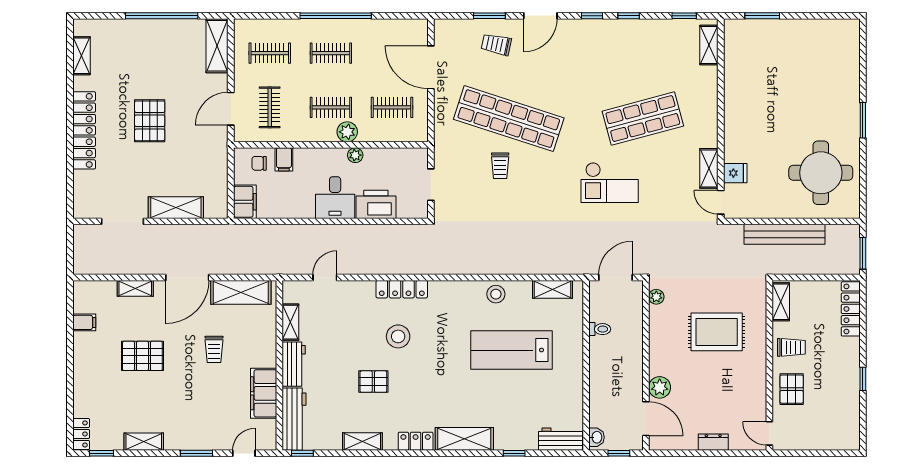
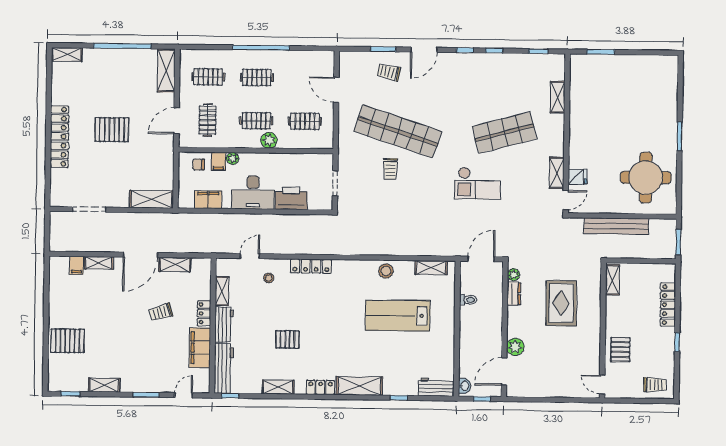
shelving: (709, 45) -> (558, 97), moved
shelving: (81, 56) -> (67, 54), moved, turned 90
door: (431, 67) -> (336, 90), width x0.73
pallet: (150, 121) -> (112, 130), turned 90
plant: (355, 155) -> (233, 158), moved
desk: (335, 198) -> (253, 192), width x1.37
filing cabinet: (245, 202) -> (208, 200), moved, turned -90
door: (721, 202) -> (566, 200), swing flipped
shelving: (176, 208) -> (151, 199), moved
shelving: (241, 292) -> (175, 265), width x0.67, depth x0.75
locker: (851, 309) -> (668, 305), moved
filing cabinet: (84, 322) -> (77, 265), moved, turned 90
rug: (717, 332) -> (561, 303), turned 90
stool: (398, 336) -> (269, 278), moved, width x0.53, depth x0.53
trolley: (791, 347) -> (655, 385), moved
trolley: (214, 349) -> (161, 312), turned 73
pallet: (142, 356) -> (68, 341), moved
door: (646, 419) -> (504, 372), swing flipped
locker: (81, 434) -> (204, 313), moved, turned 180
dresser: (713, 442) -> (514, 294), moved, turned 90

